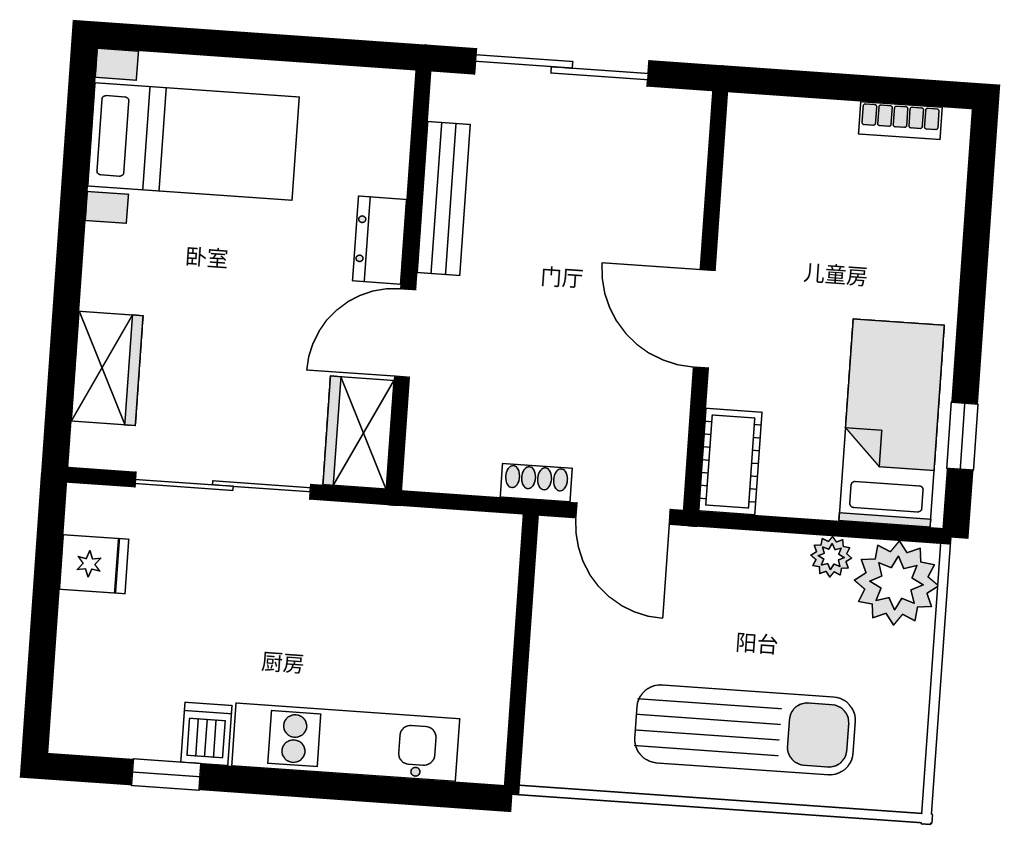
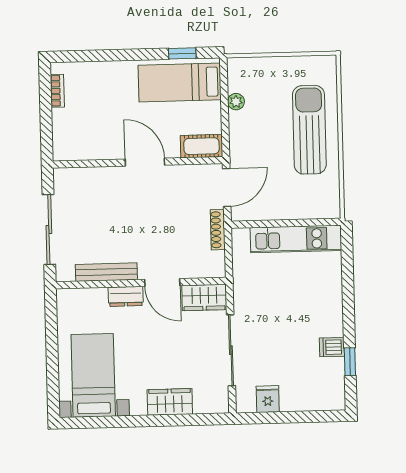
door: (704, 319) -> (145, 162), swing flipped
wardrobe: (107, 368) -> (170, 402), moved
shoe rack: (536, 483) -> (218, 230), width x1.43
plant: (896, 583) -> (244, 74), removed
kitchen unit: (346, 742) -> (296, 239), moved, turned -90

